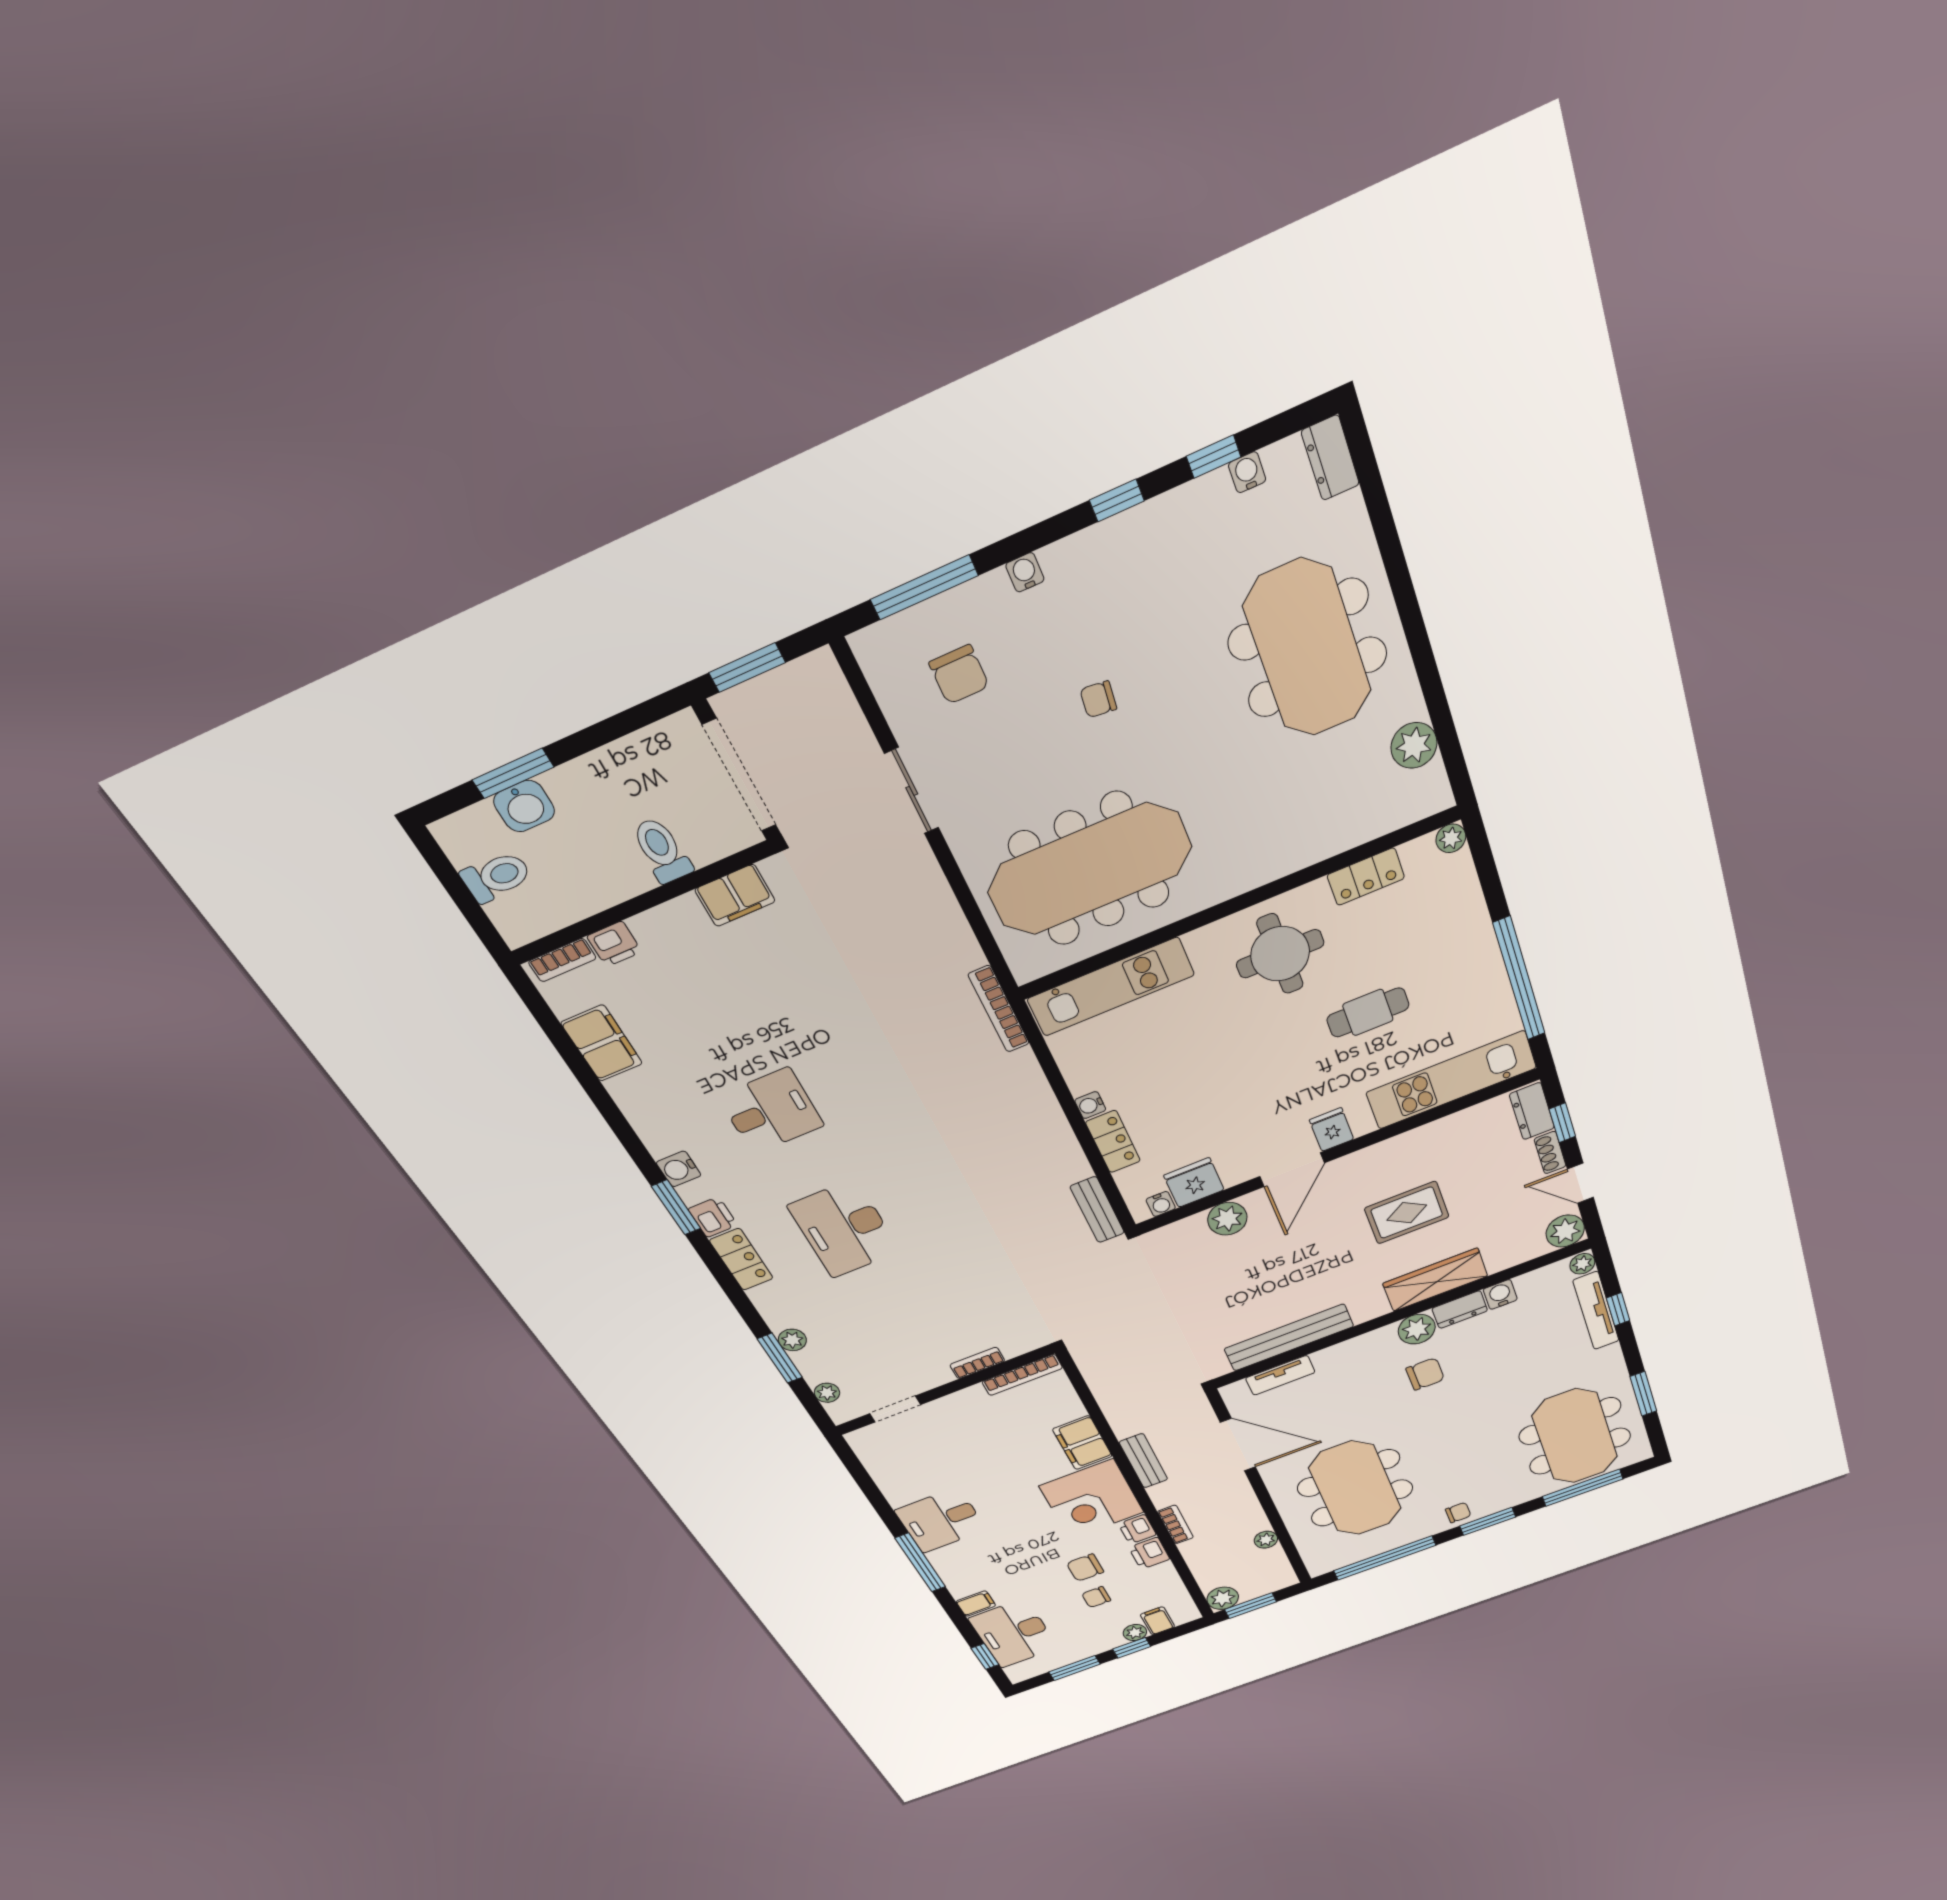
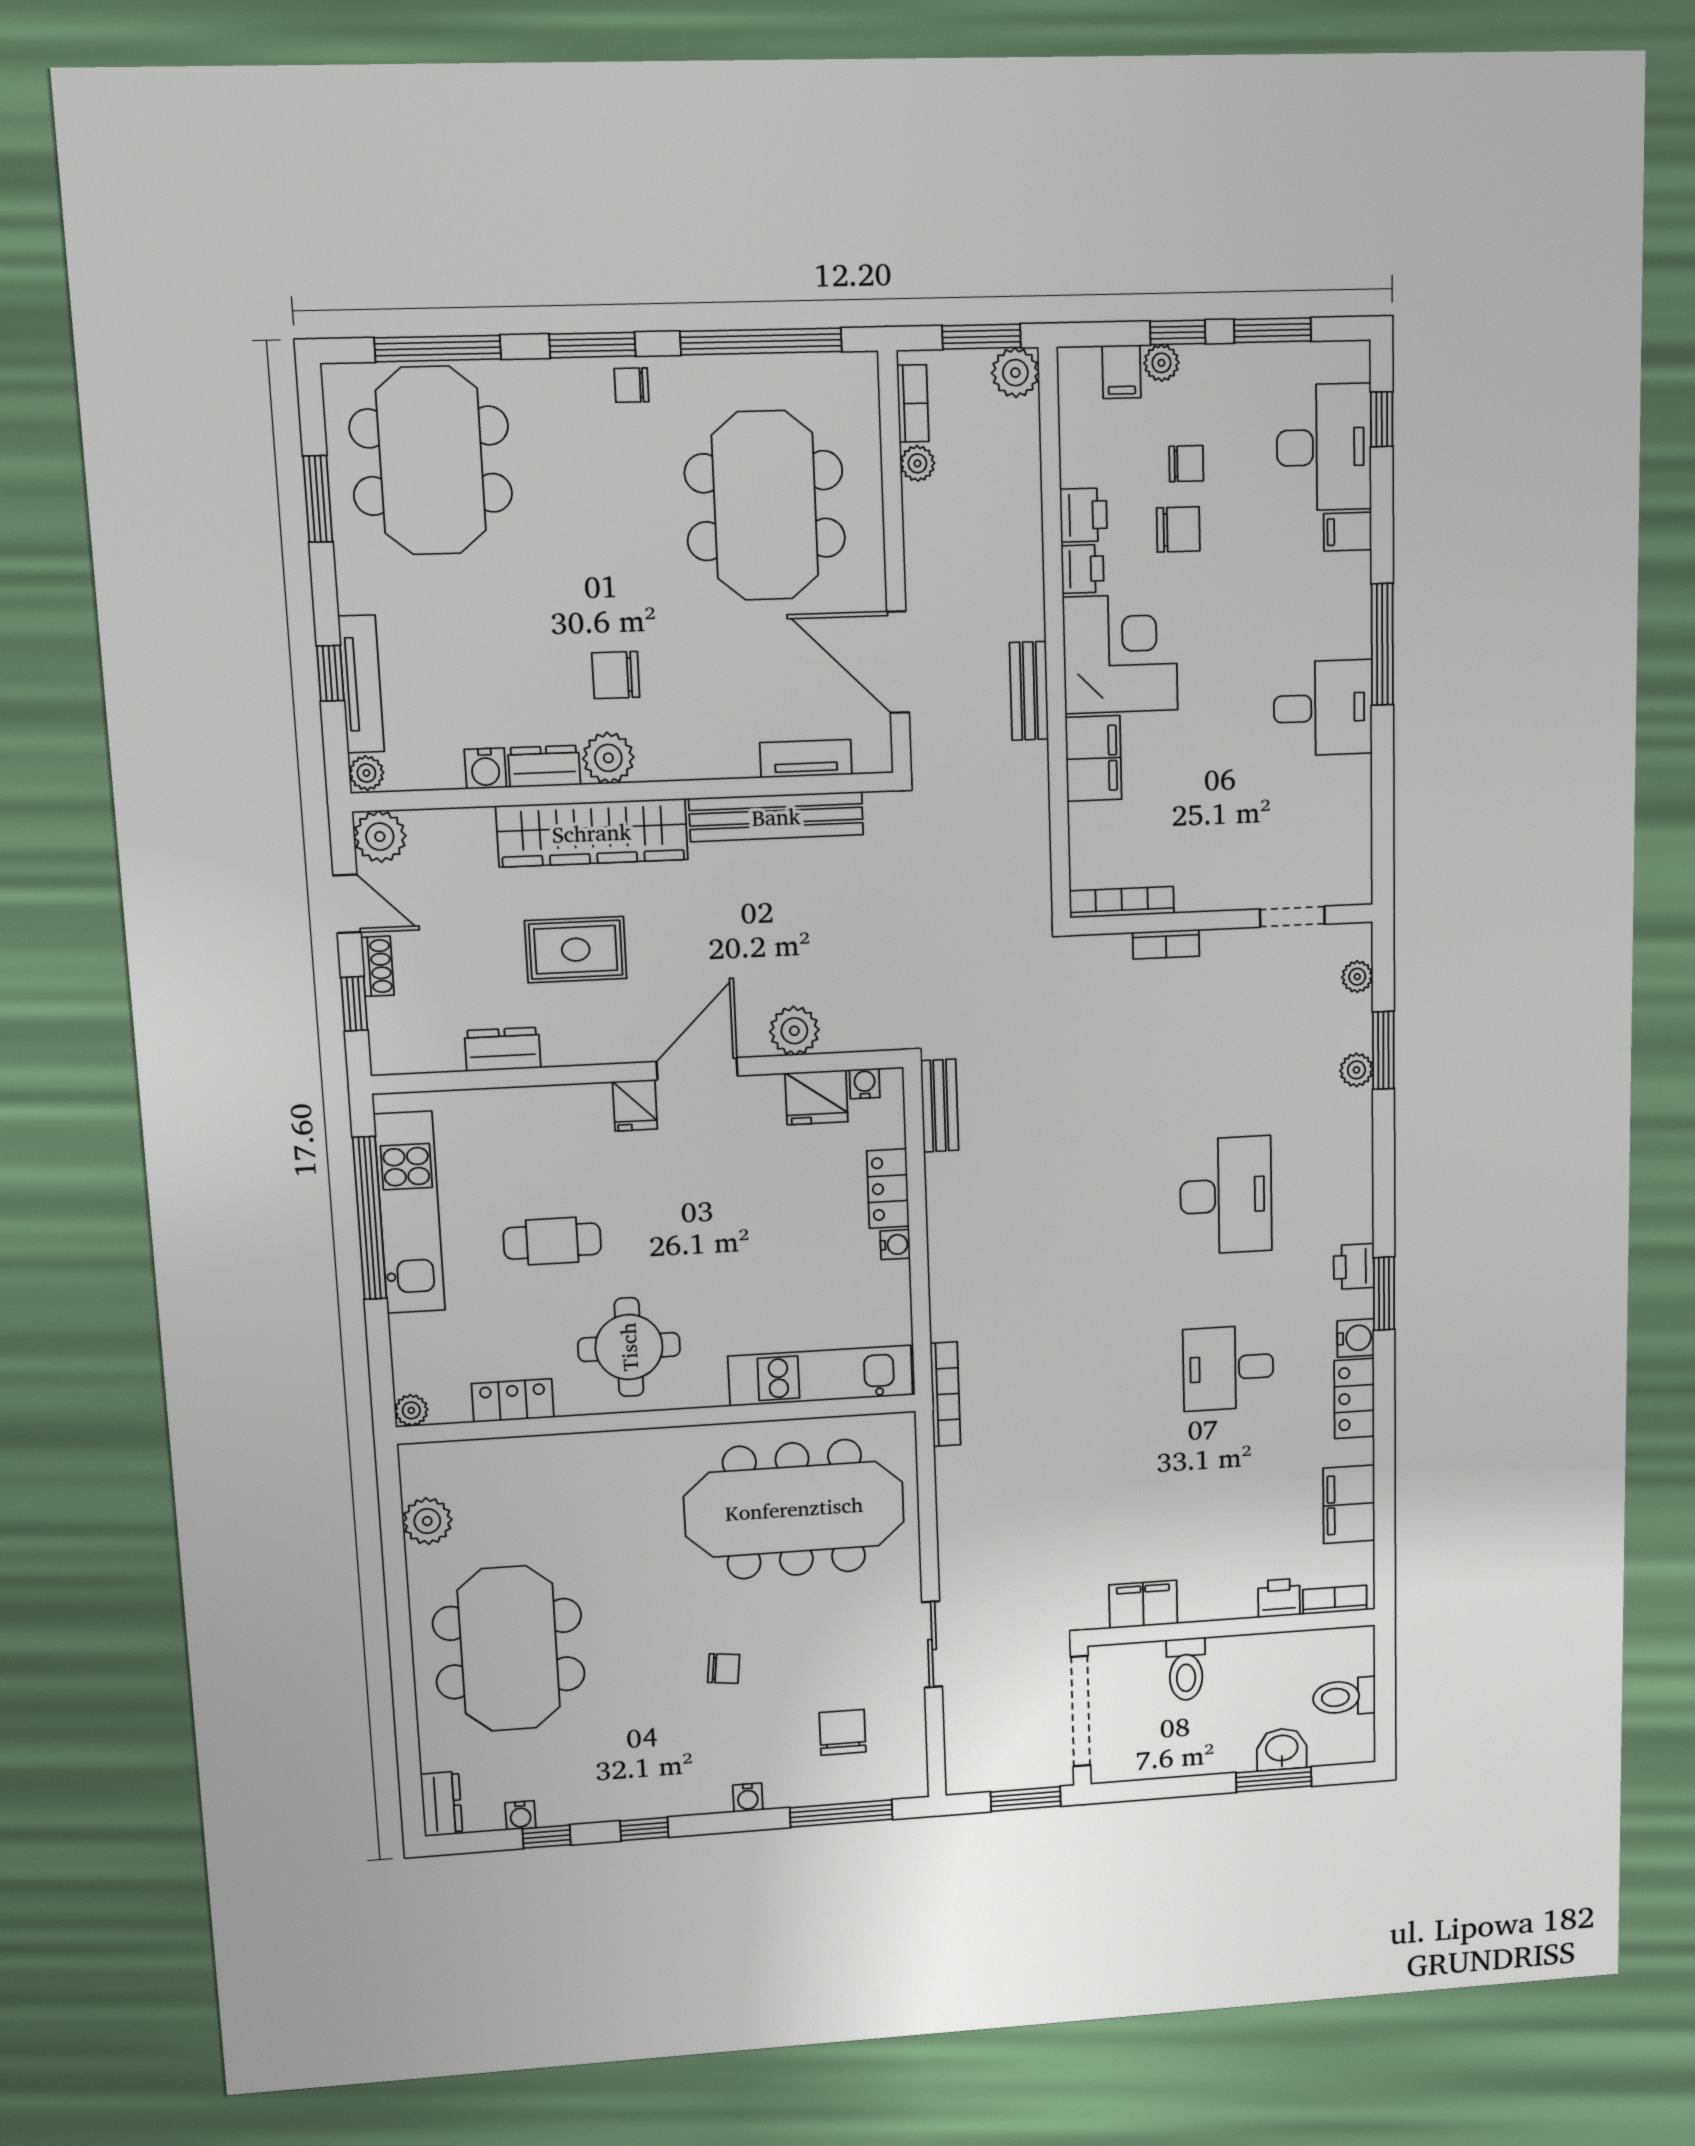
kitchen unit: (1451, 1080) -> (410, 1213), moved, turned -90
dresser: (1532, 1111) -> (503, 1049), moved, turned -90
locker: (741, 1259) -> (1354, 1399), moved
wardrobe: (1435, 1280) -> (592, 833), width x1.40, depth x1.17
bookcase: (1175, 1525) -> (913, 403), moved, turned 180

